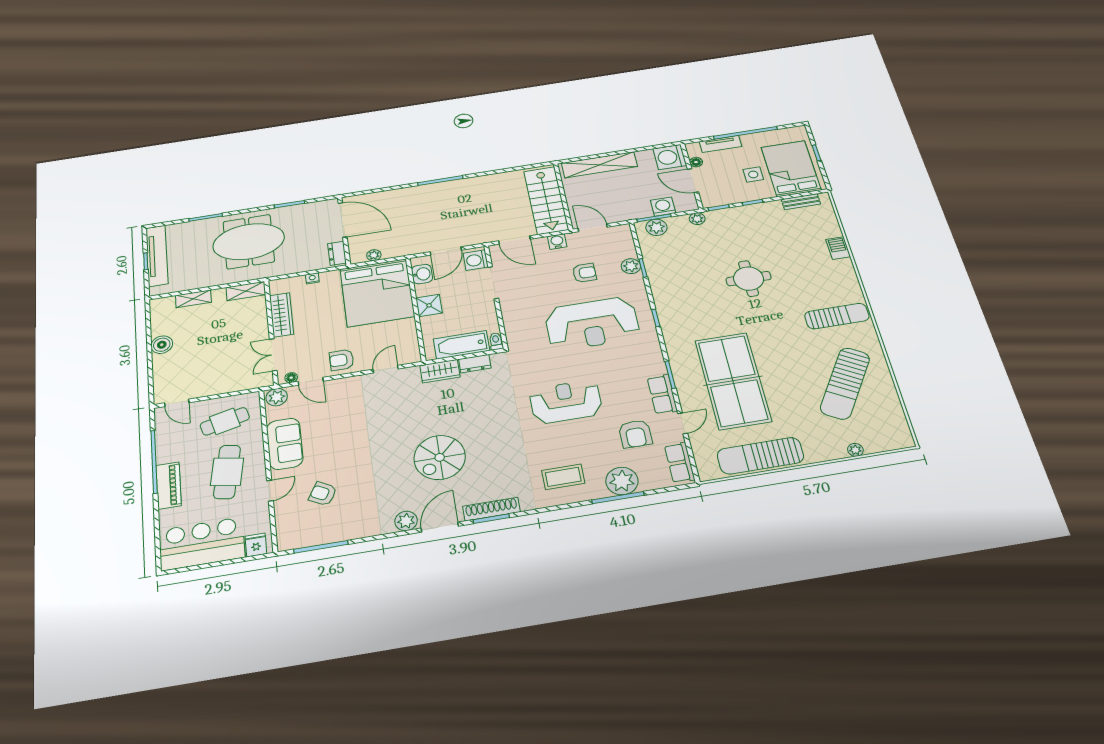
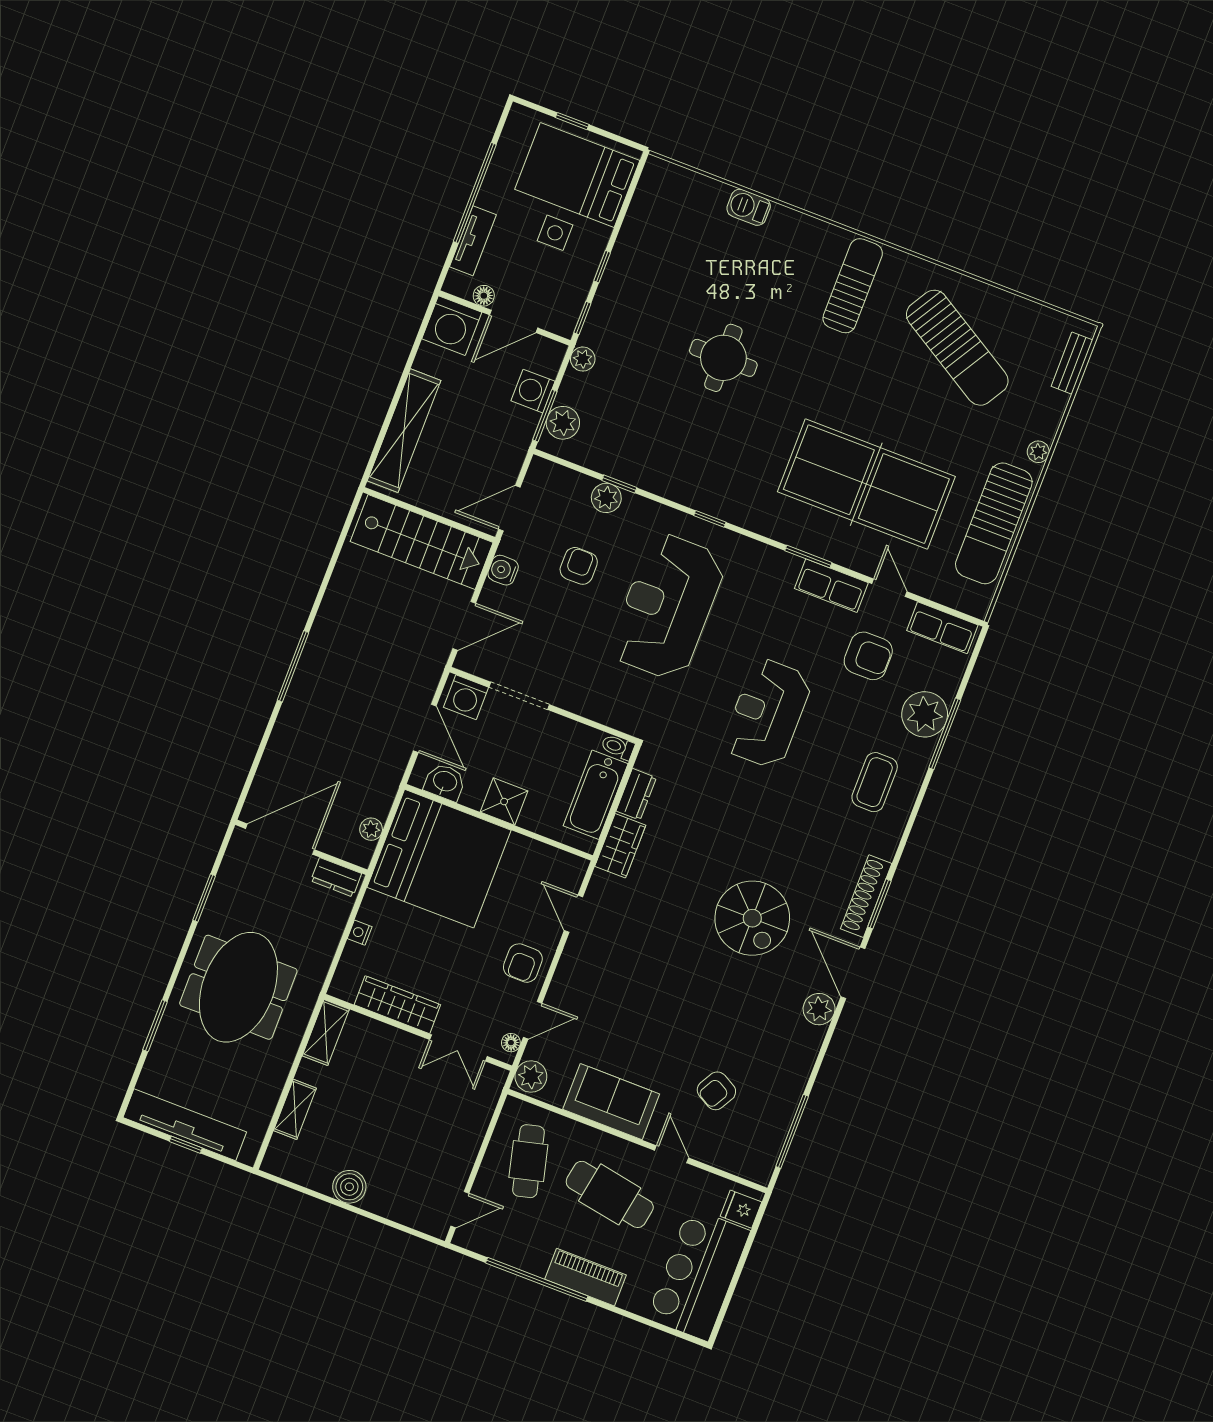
bench: (801, 202) -> (1072, 363), moved
reception desk: (592, 324) -> (667, 606), turned 180
plant: (855, 450) -> (1038, 452), moved

